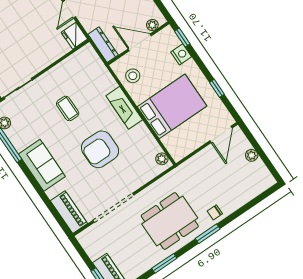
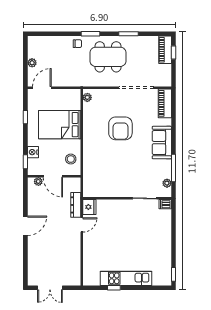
dresser: (103, 45) -> (76, 205), moved
coffee table: (68, 108) -> (123, 166), removed
fireplace: (124, 108) -> (89, 143), removed
armchair: (100, 149) -> (120, 128), turned 90

